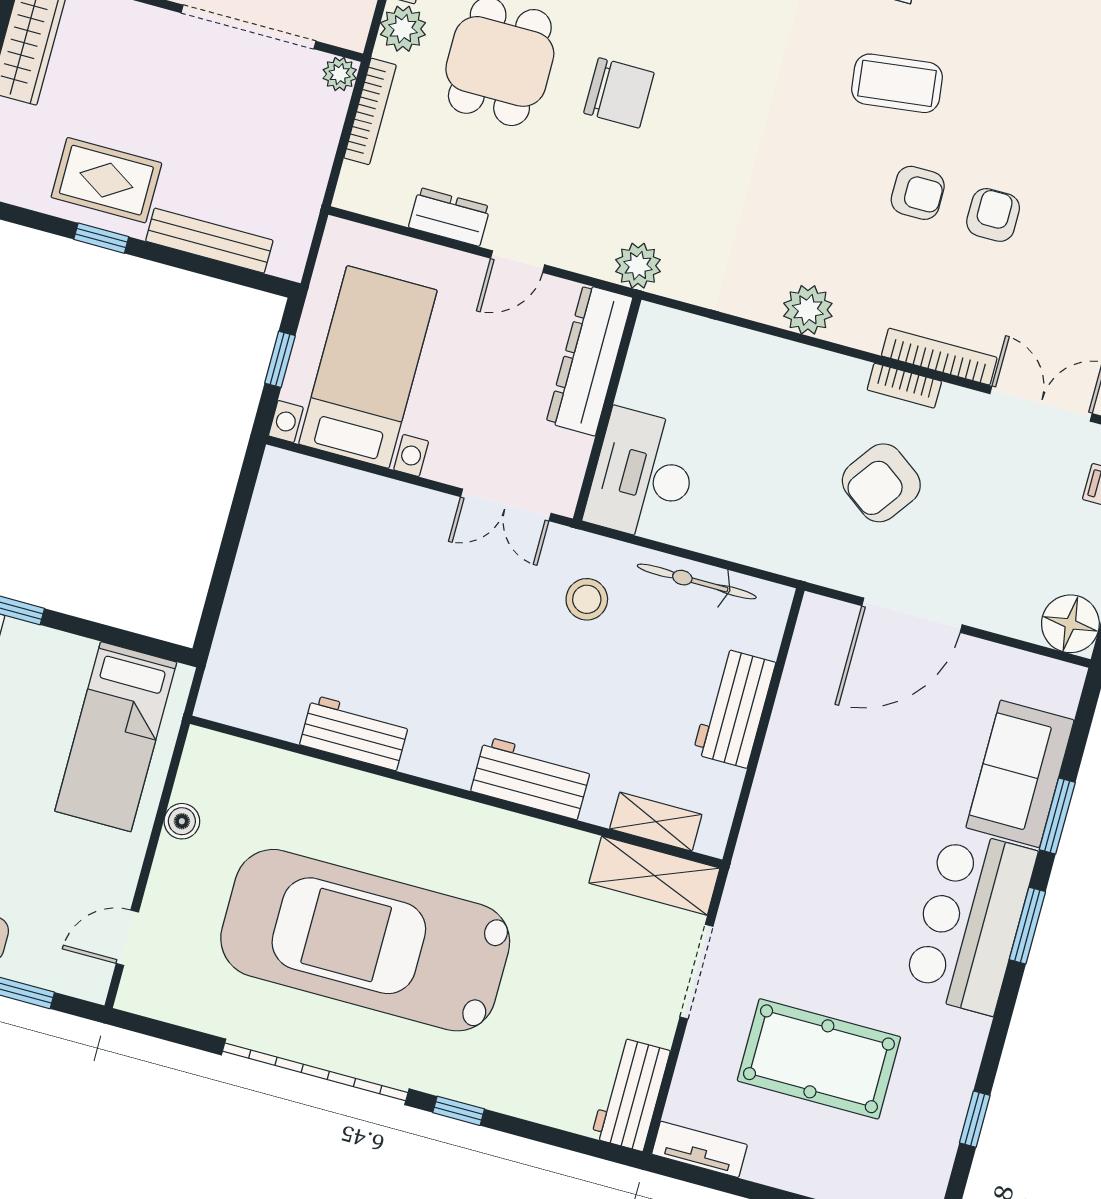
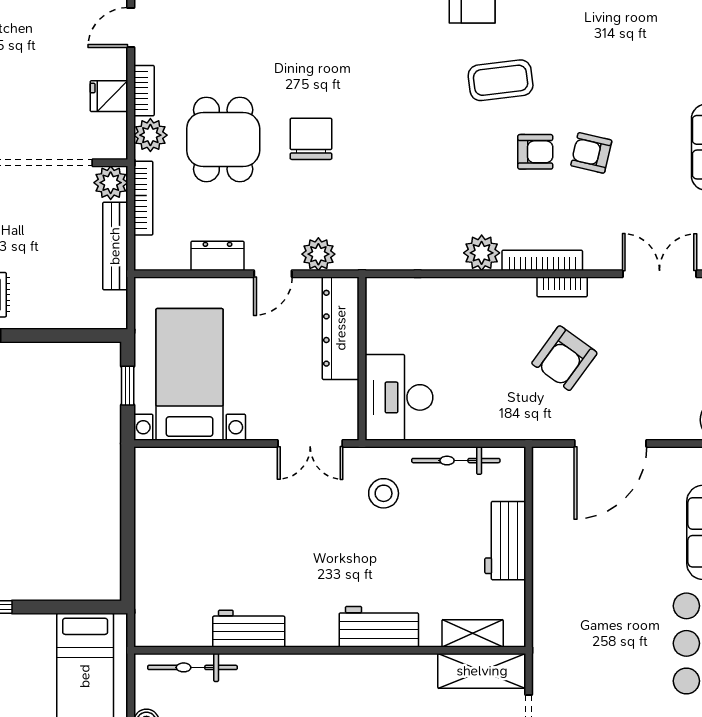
plant: (340, 74) -> (111, 183), width x1.38, depth x1.38
chair: (619, 93) -> (311, 139), turned -90
armchair: (993, 215) -> (591, 153), turned -77
bench: (209, 241) -> (115, 246), moved, turned 90
plant: (638, 266) -> (318, 254), moved
bookcase: (939, 357) -> (542, 260), moved
bicycle: (264, 765) -> (192, 667), added

